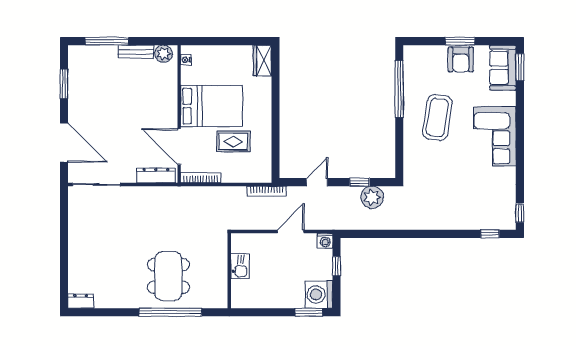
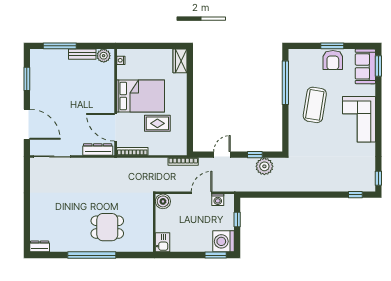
washing machine: (325, 241) -> (218, 200), moved
boiler: (240, 243) -> (163, 201), added
kitchen sink: (240, 266) -> (163, 242), moved
dining table: (168, 276) -> (107, 227), width x0.73
window: (170, 312) -> (92, 255), moved

